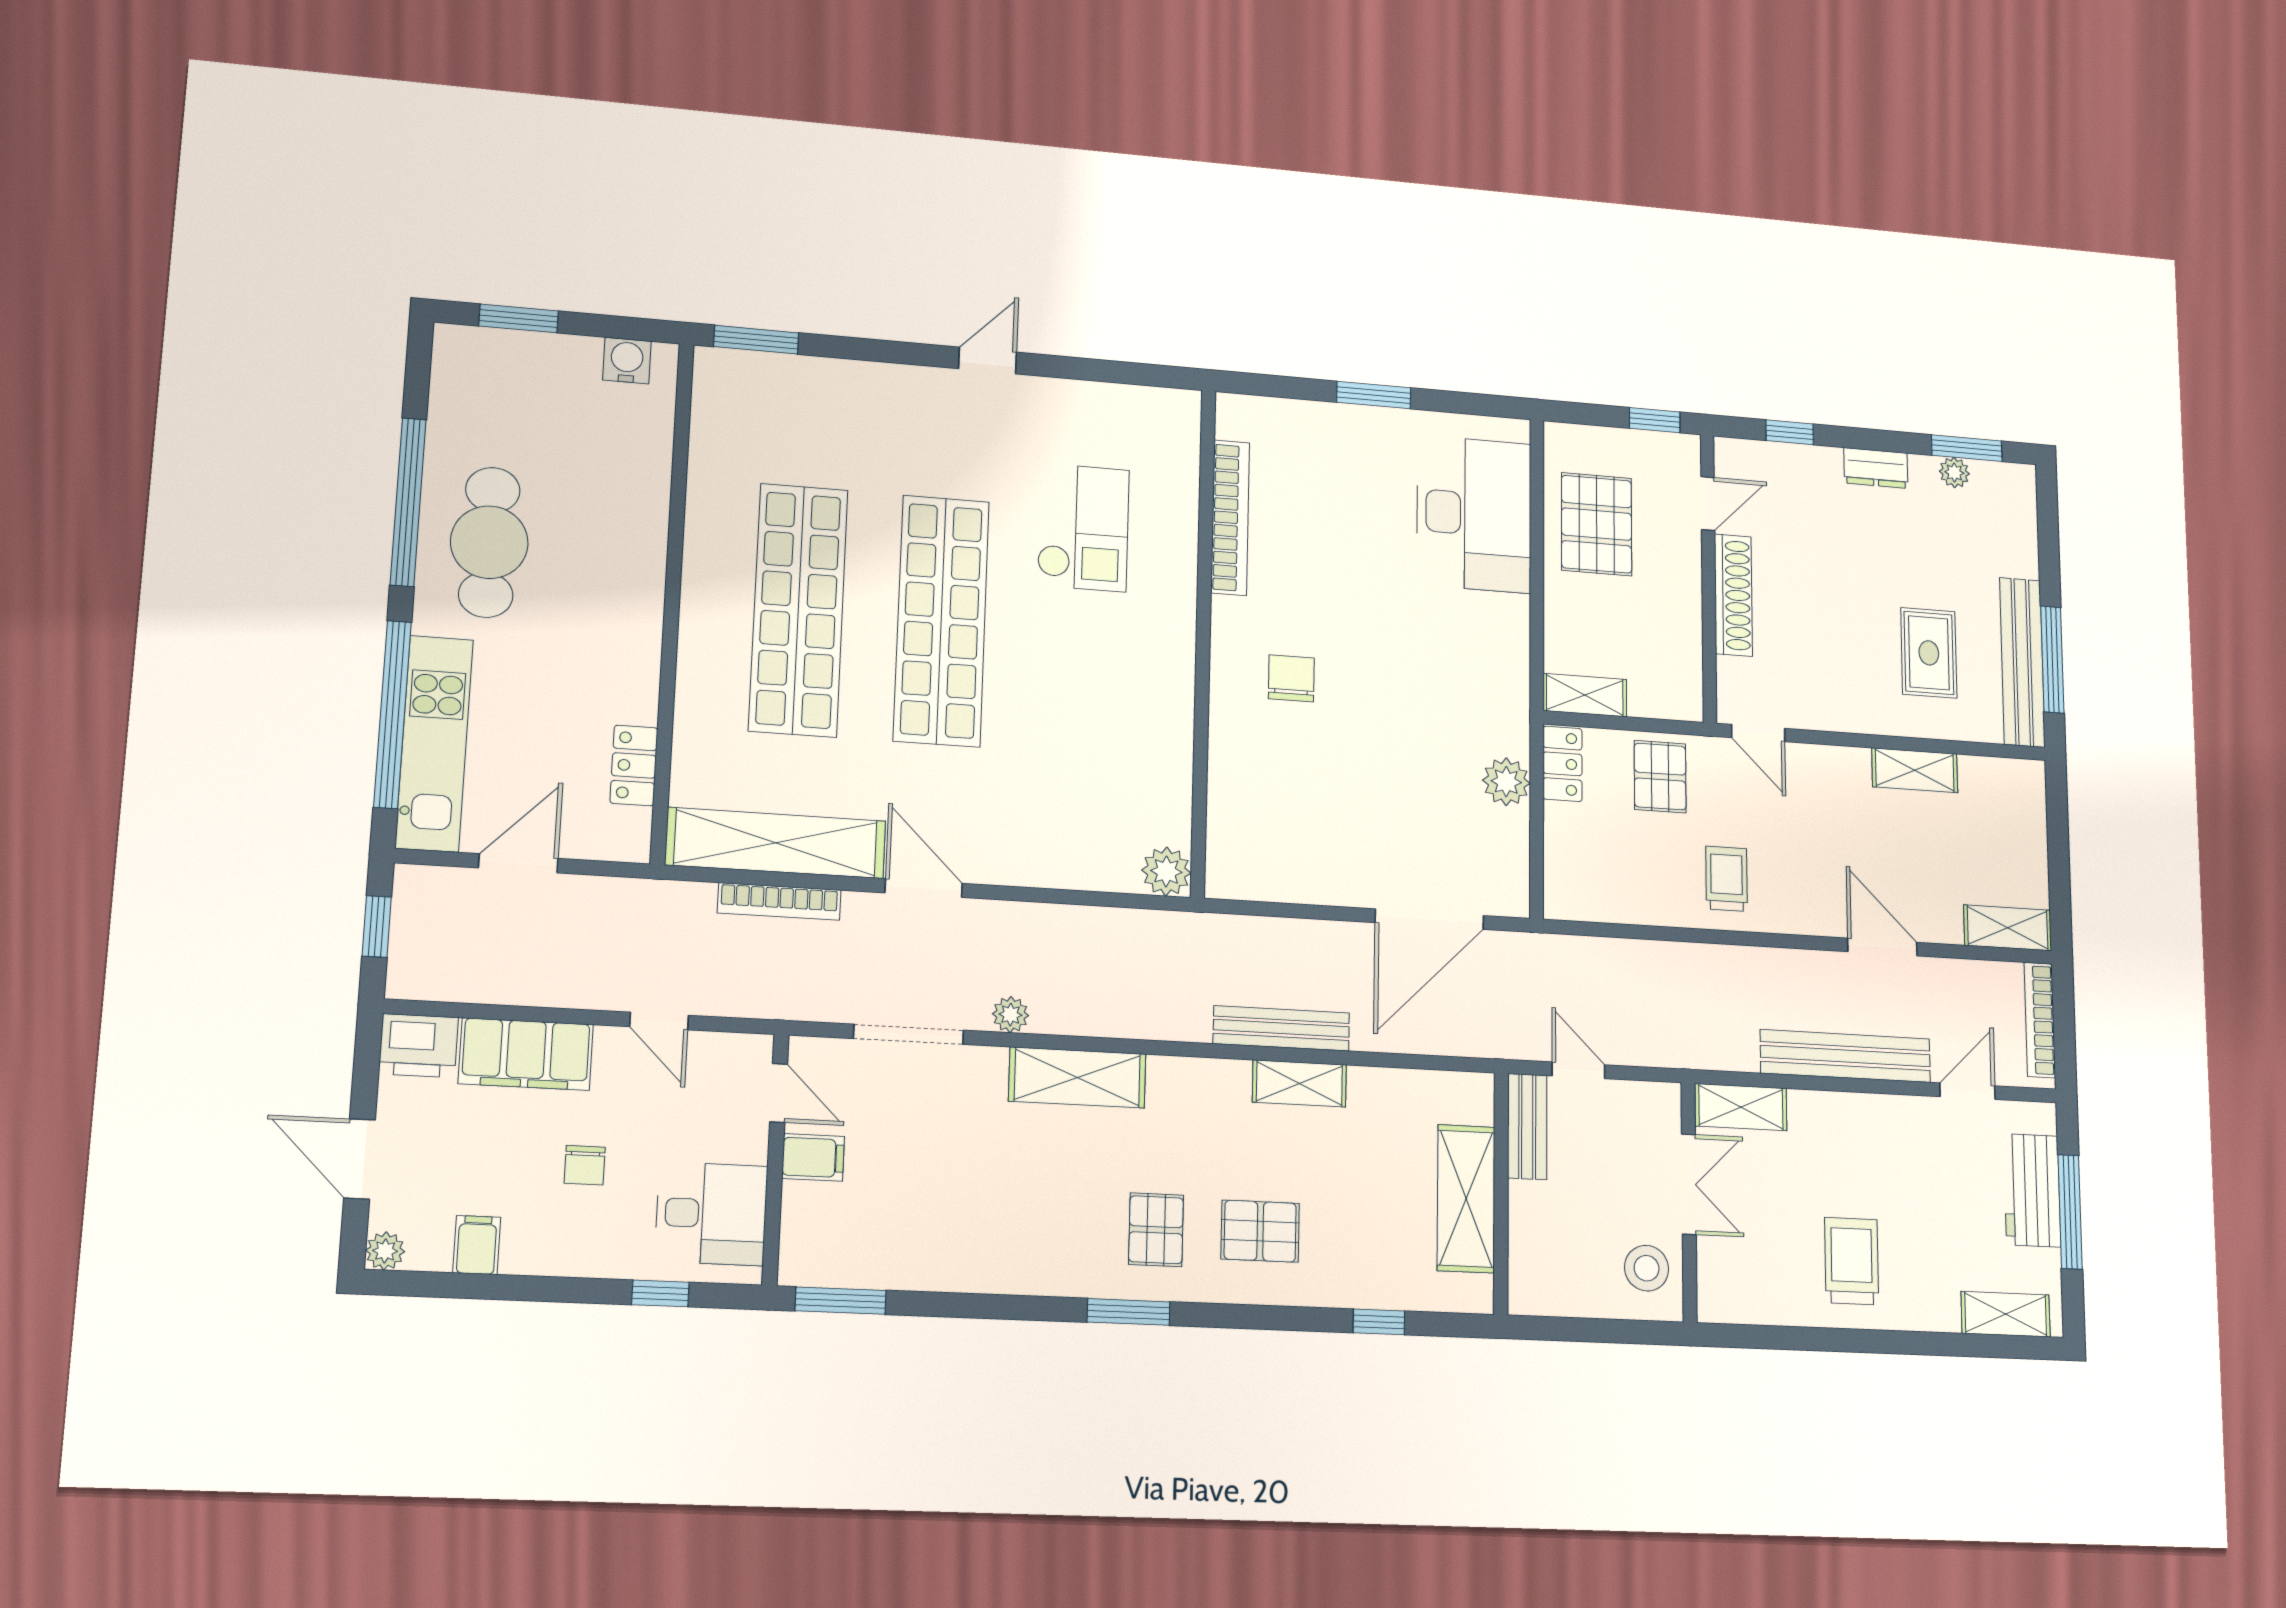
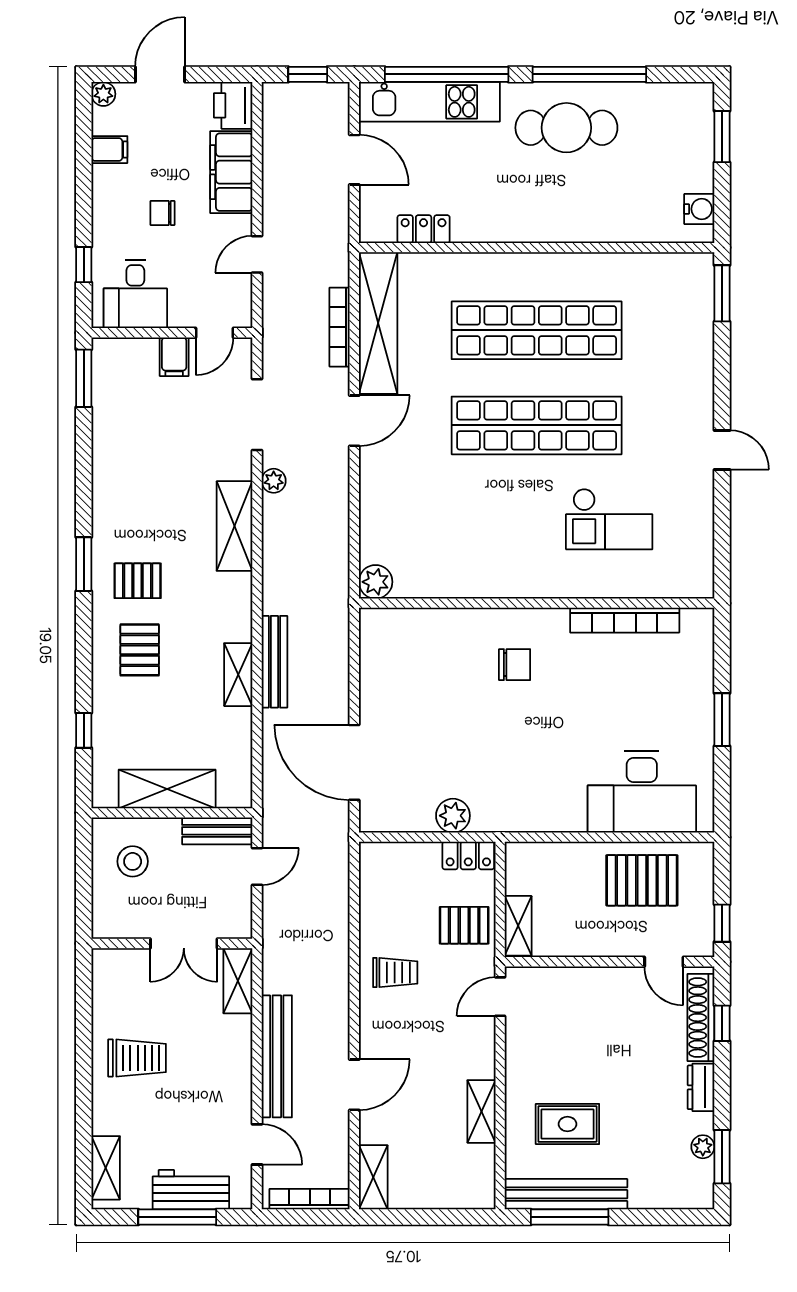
shoe rack: (1733, 595) -> (701, 1018), moved, turned 90
shelving: (1585, 695) -> (518, 926), moved
stool: (1647, 1268) -> (133, 861), moved

